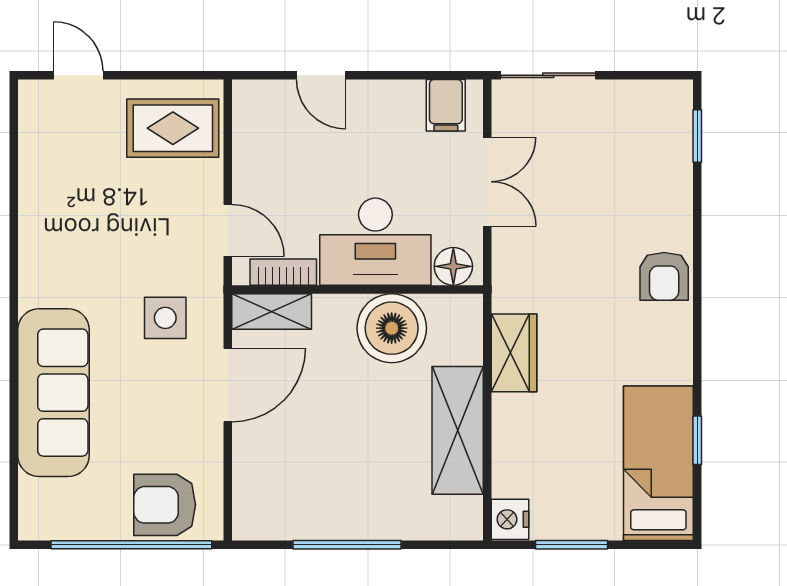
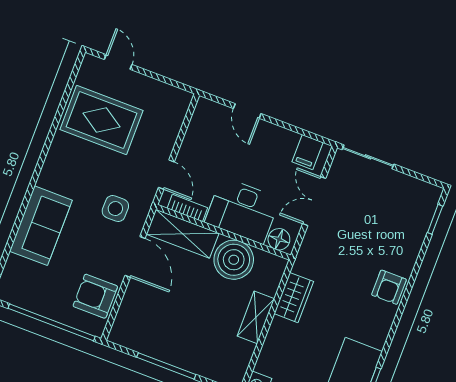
rug: (173, 128) -> (101, 120), moved, width x1.36, depth x1.43
double door: (487, 182) -> (314, 201), swing flipped
shelving: (272, 311) -> (183, 234), width x1.50, depth x1.33
door: (228, 385) -> (135, 257), hinge flipped
sofa: (53, 393) -> (41, 226), width x0.73
shelving: (458, 430) -> (256, 317), width x0.67, depth x0.75
armchair: (165, 505) -> (95, 296), moved

